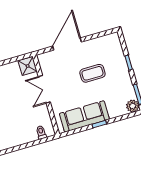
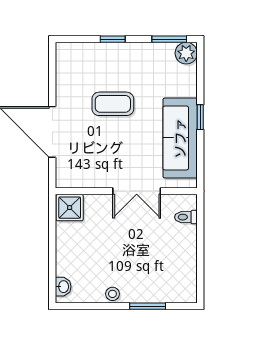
coffee table: (92, 73) -> (113, 104), turned 90
double door: (44, 89) -> (137, 191), moved

